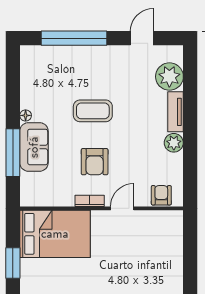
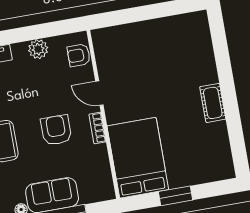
plant: (174, 143) -> (38, 49), moved
armchair: (95, 162) -> (56, 130), turned -90

